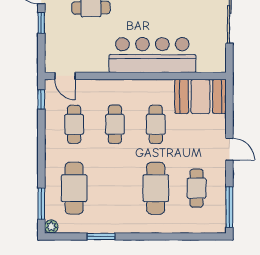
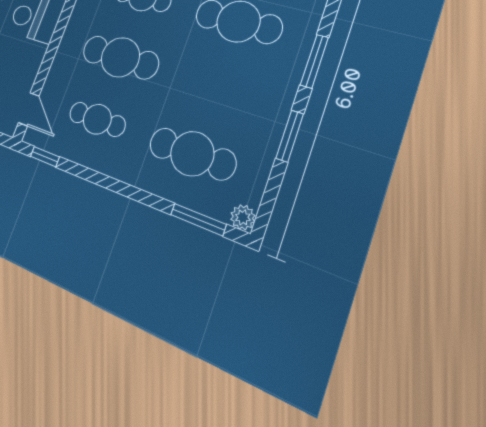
door: (65, 76) -> (29, 109), hinge flipped
cafe table: (115, 124) -> (120, 57), width x1.37, depth x1.35
window: (145, 237) -> (314, 61), added

